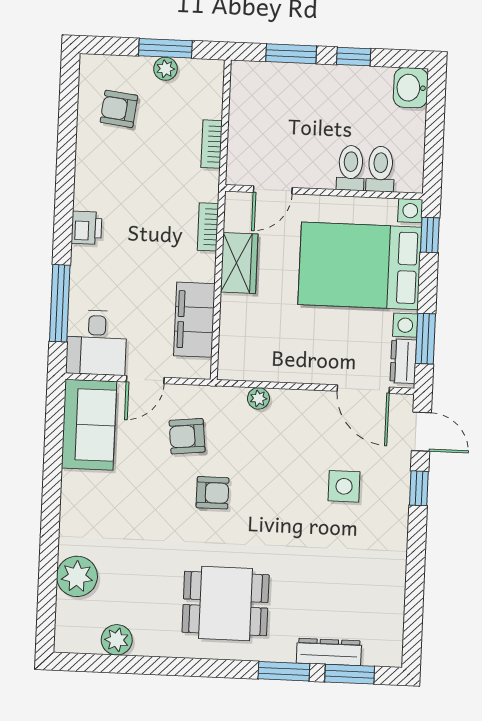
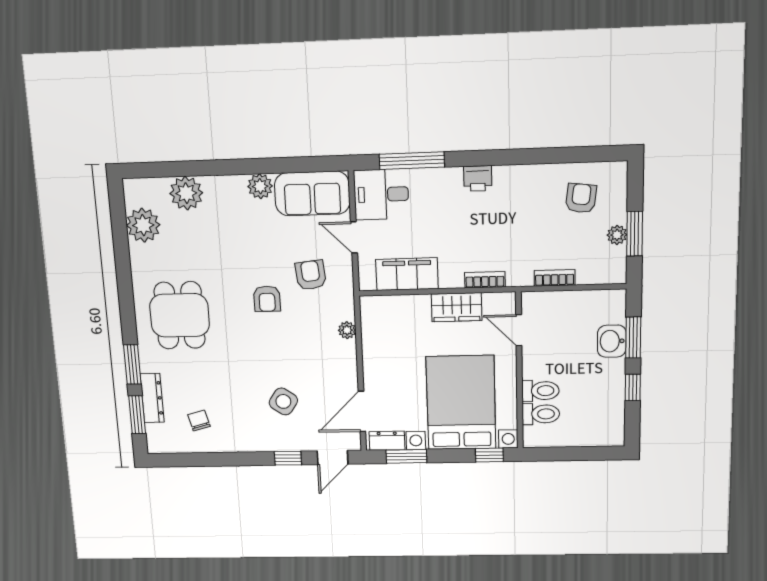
washbasin: (411, 88) -> (612, 341), moved, turned -90
plant: (76, 486) -> (260, 186), added
side table: (344, 486) -> (283, 401), turned 34
chair: (362, 596) -> (199, 421), added
plant: (117, 640) -> (143, 225), width x1.36, depth x1.36

